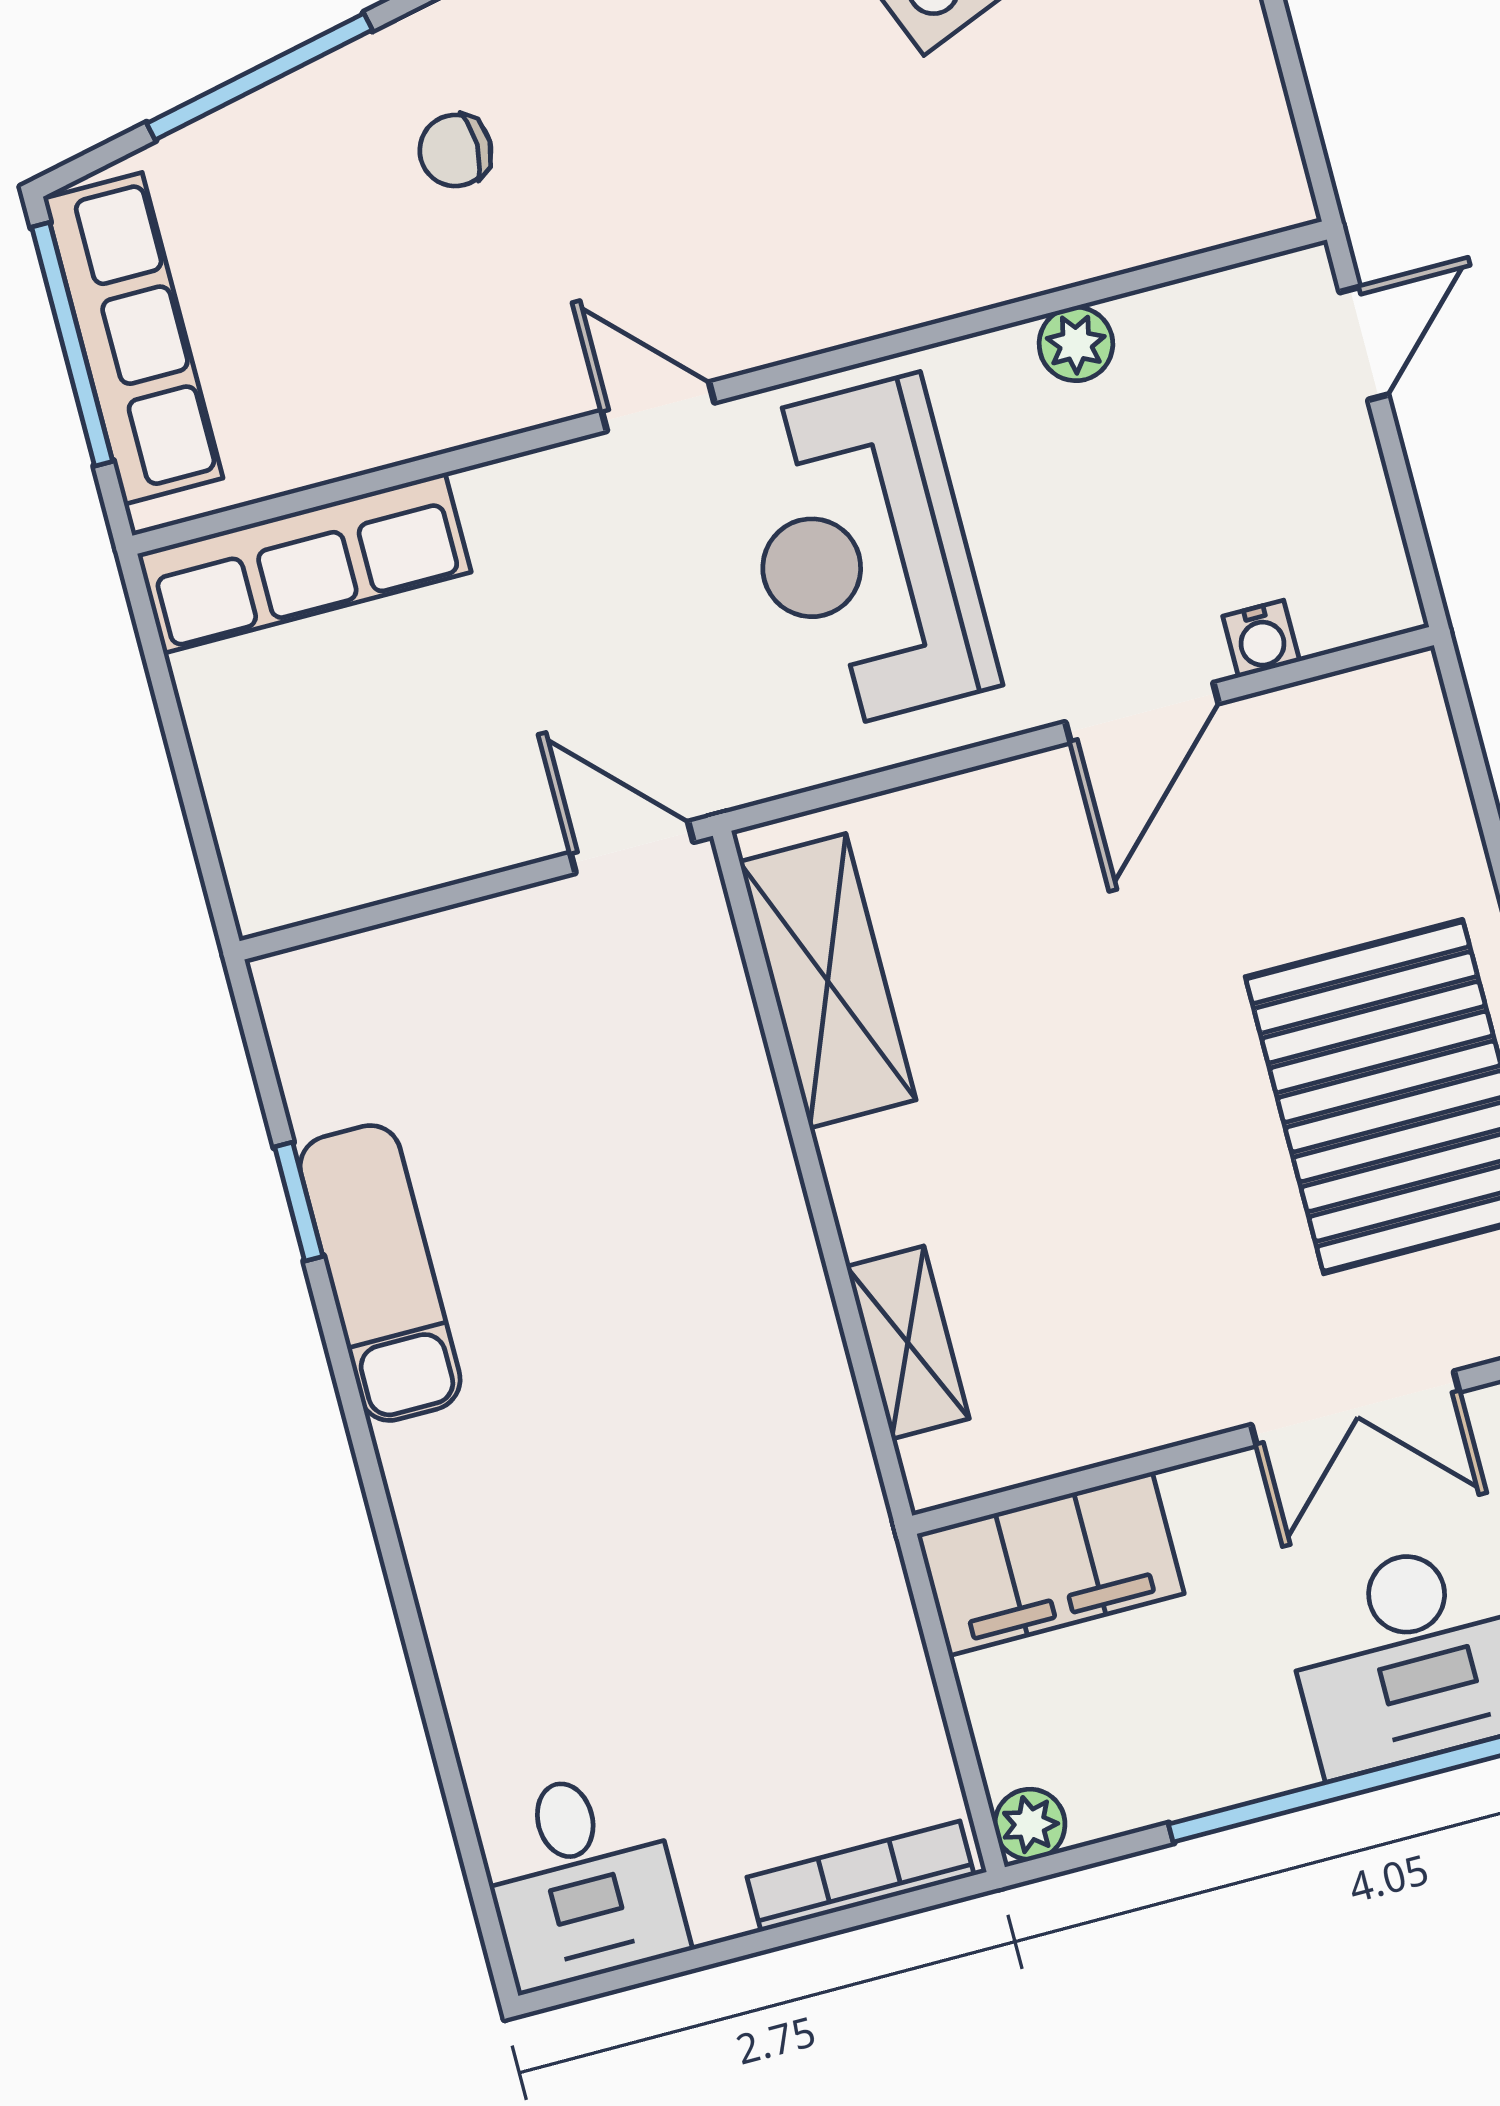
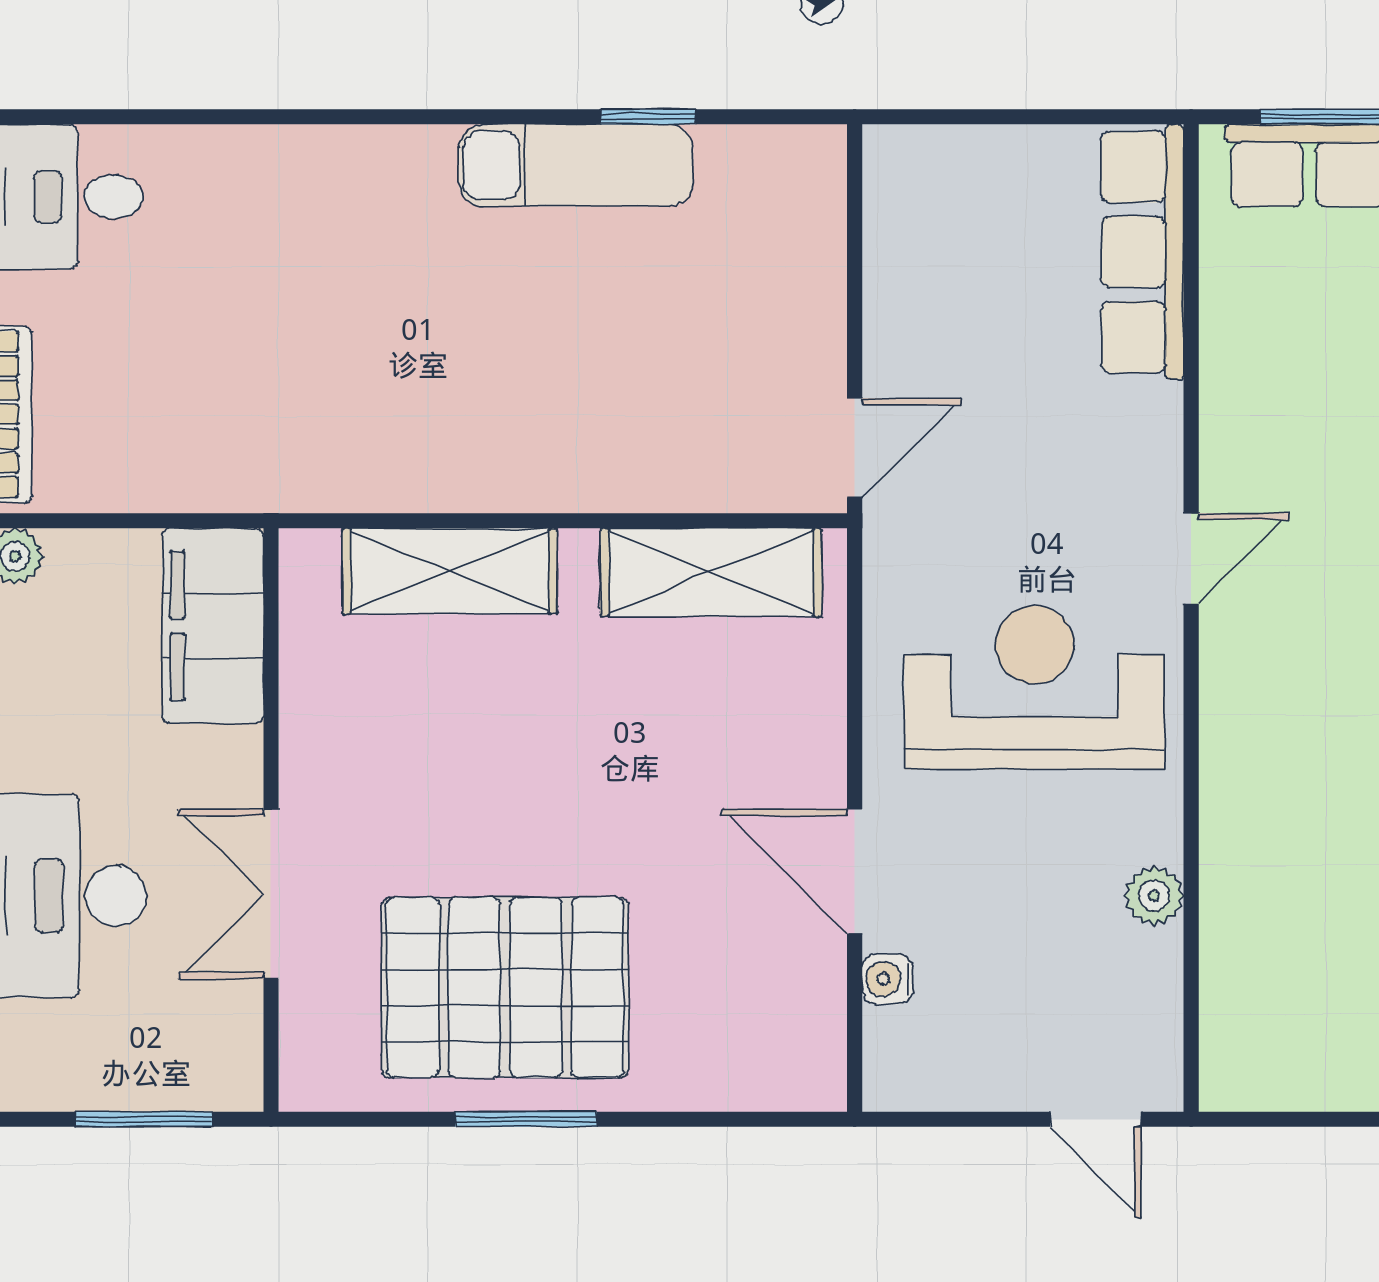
shelving: (908, 1342) -> (450, 571), width x1.50, depth x1.33

